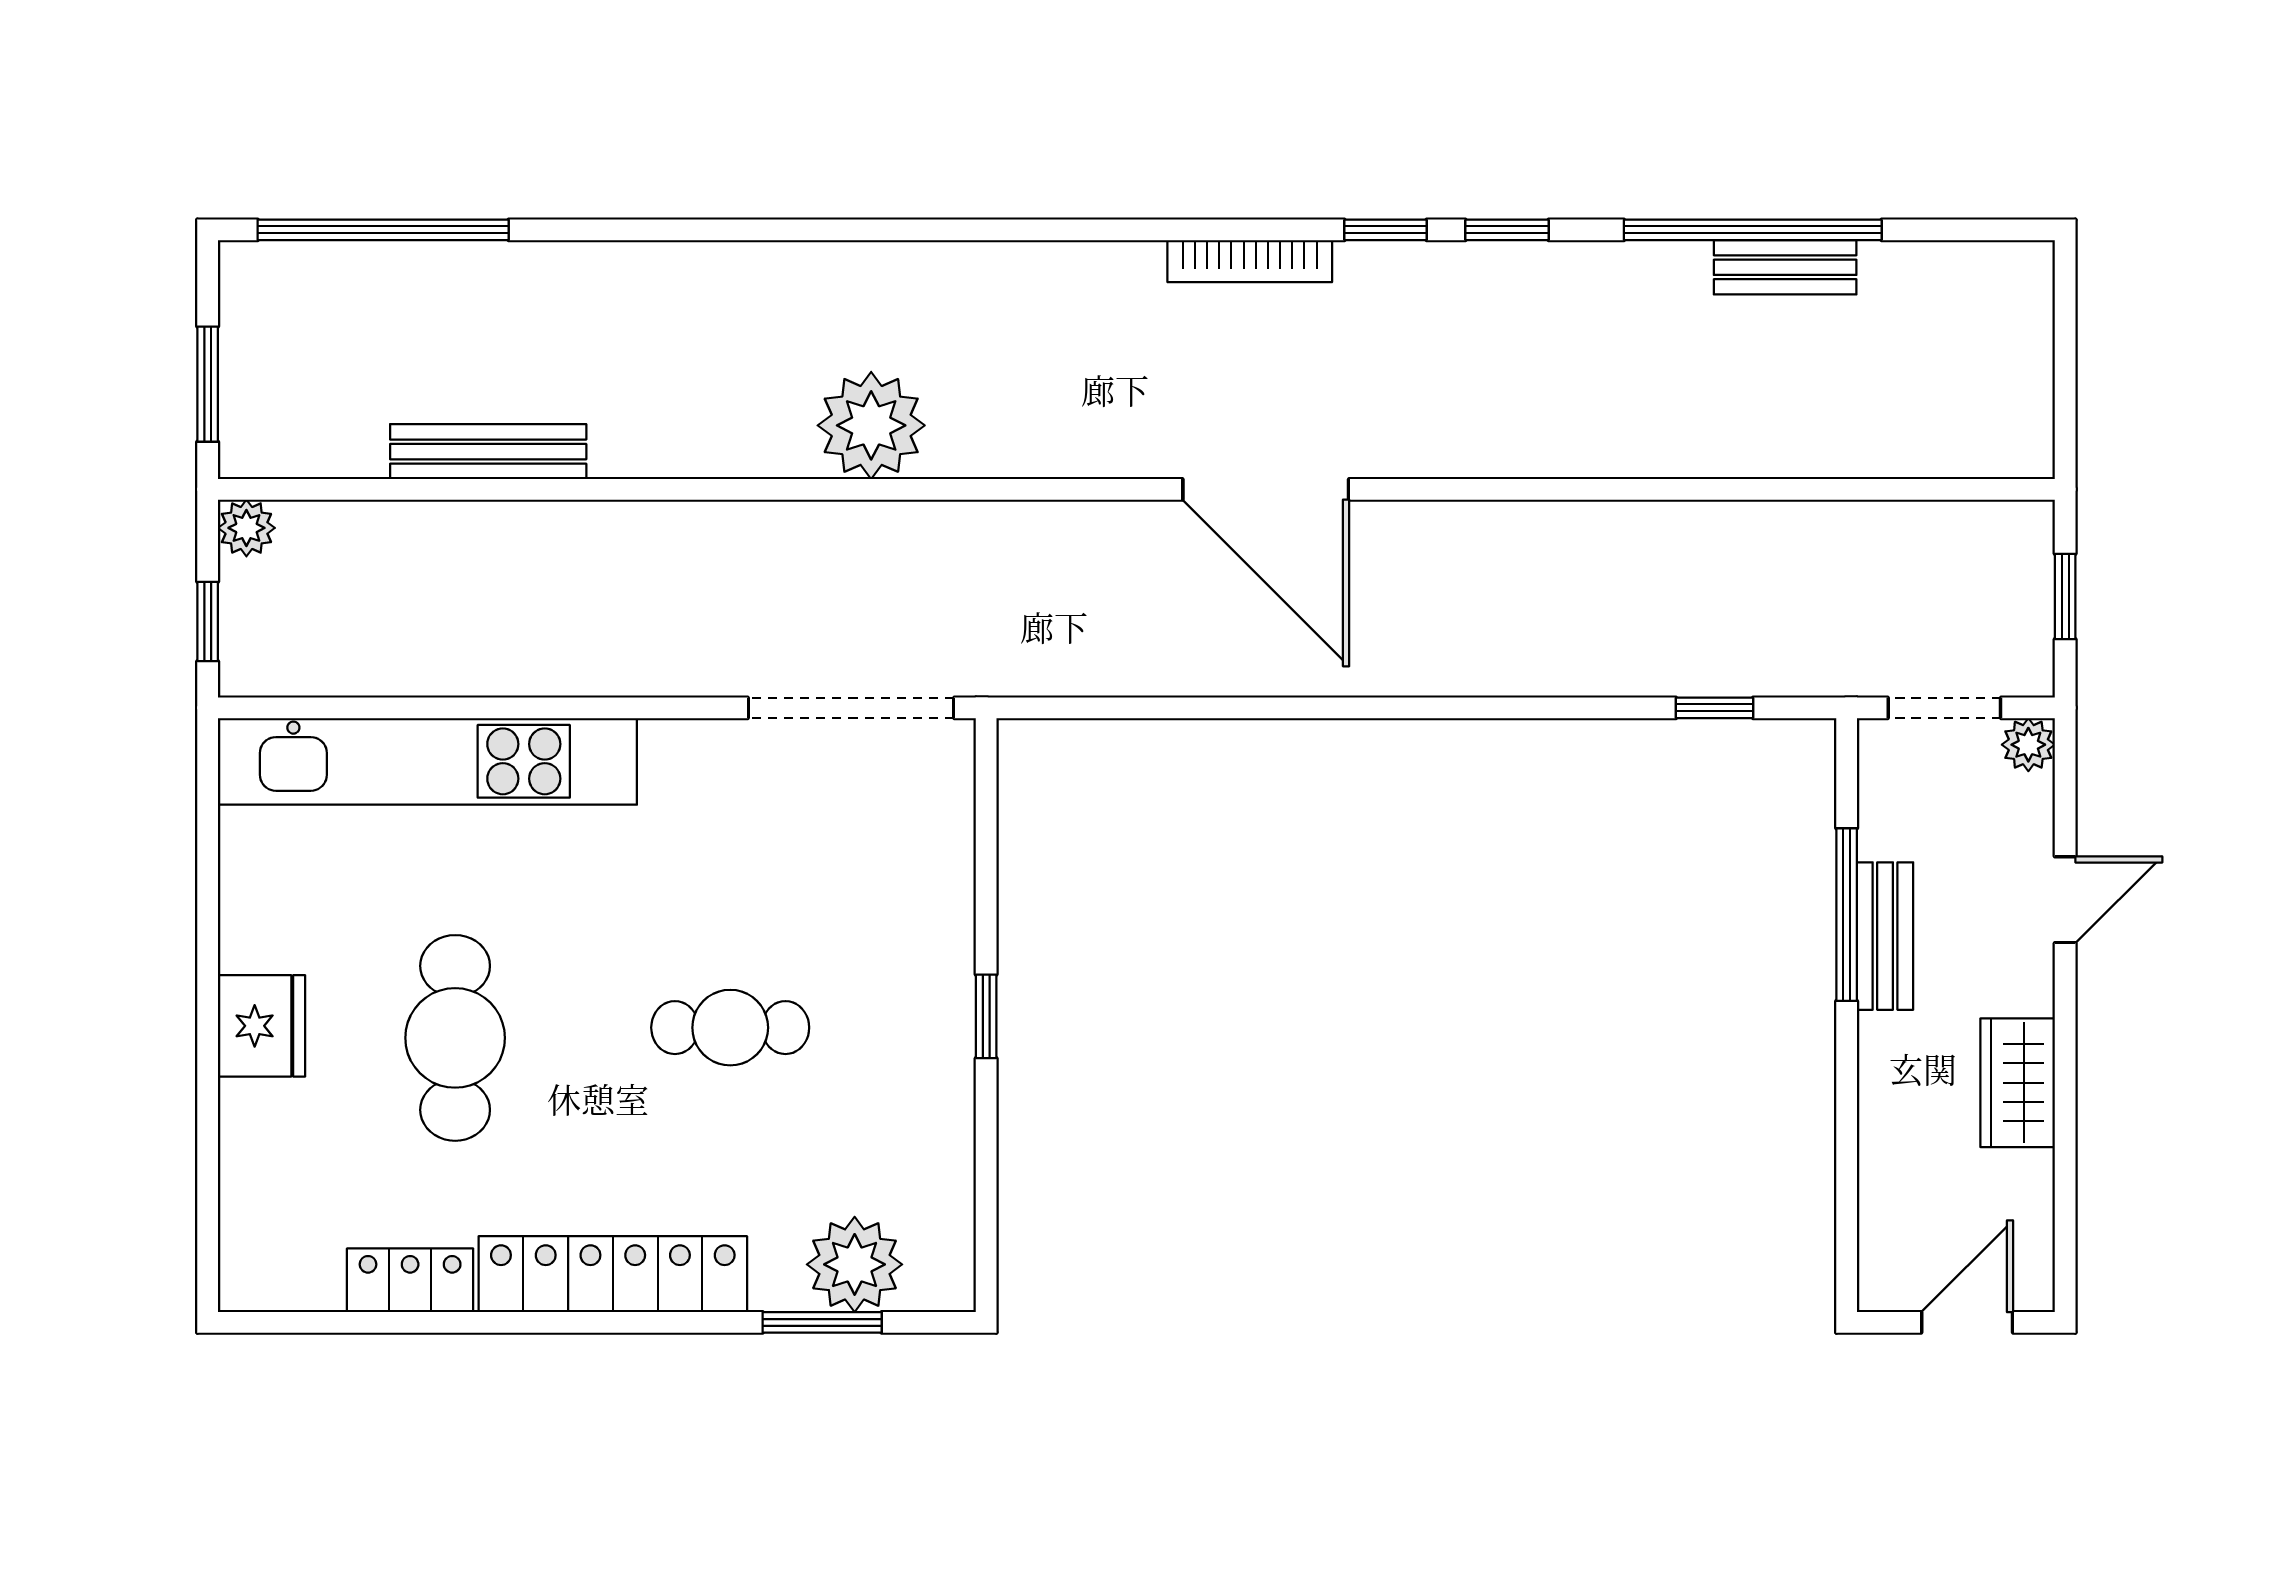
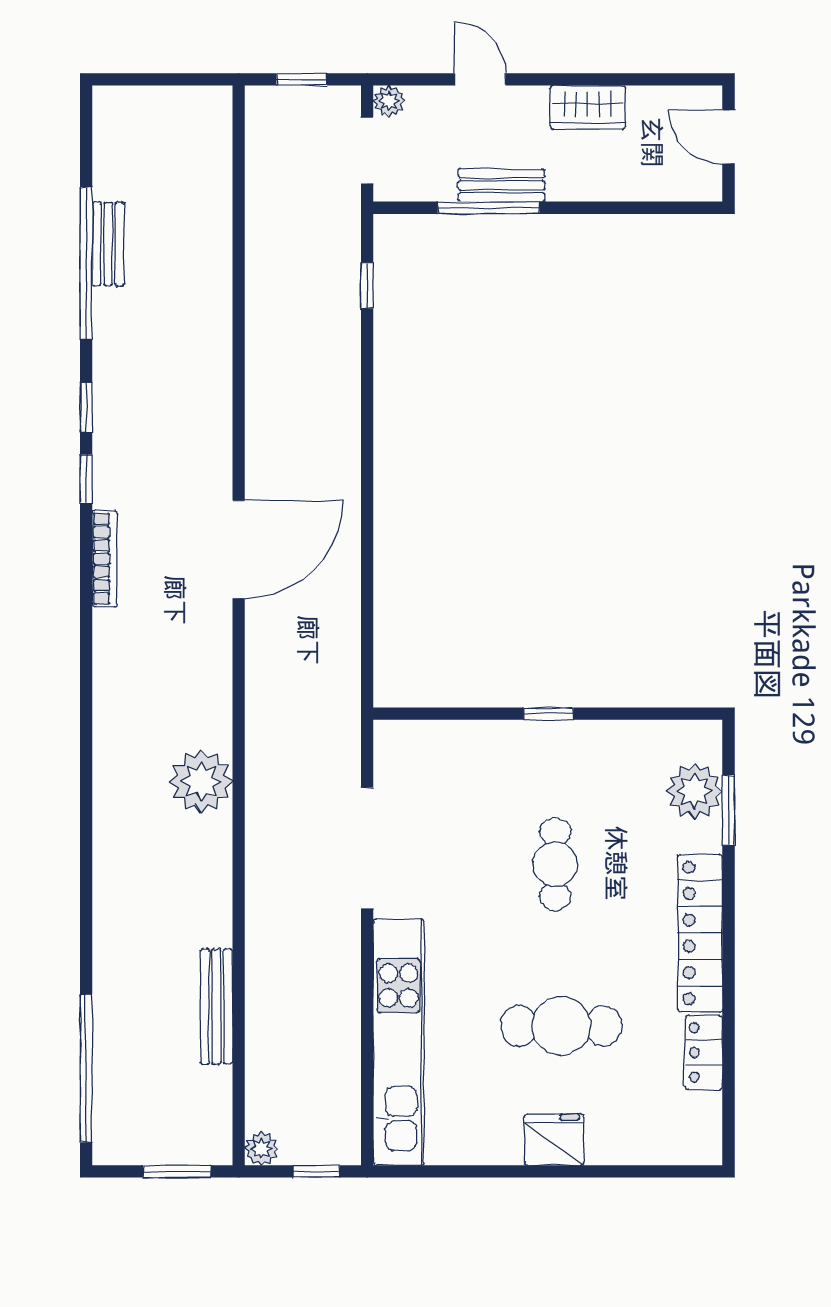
doorway: (851, 708) -> (367, 848), moved

